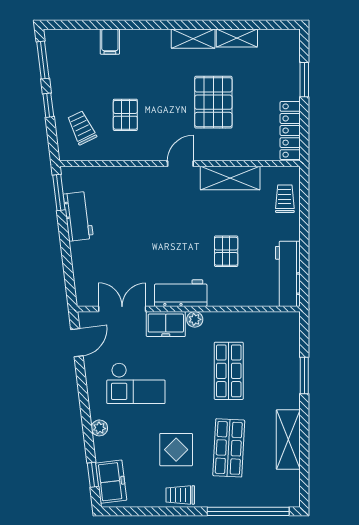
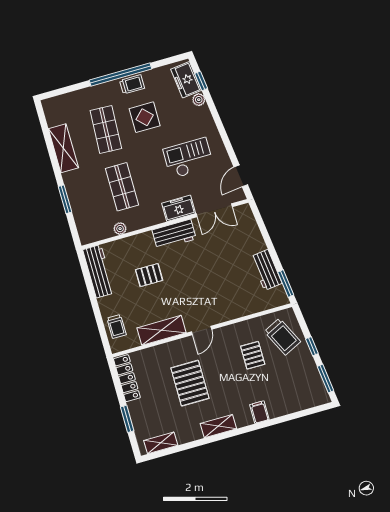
shelving: (237, 38) -> (161, 443), moved
filing cabinet: (110, 42) -> (259, 412), moved
trolley: (82, 128) -> (282, 337), width x1.36, depth x1.39
pallet: (226, 251) -> (149, 275), turned 90
plant: (195, 319) -> (120, 229), moved
plant: (99, 428) -> (199, 100), moved
window: (248, 511) -> (121, 74), moved

